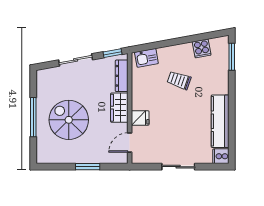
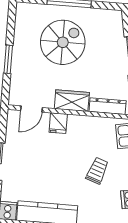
door: (130, 143) -> (31, 109), swing flipped

